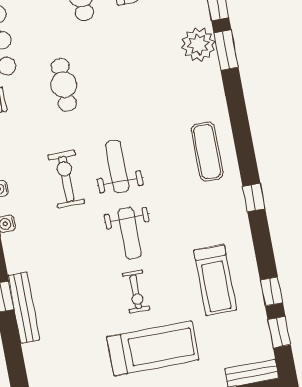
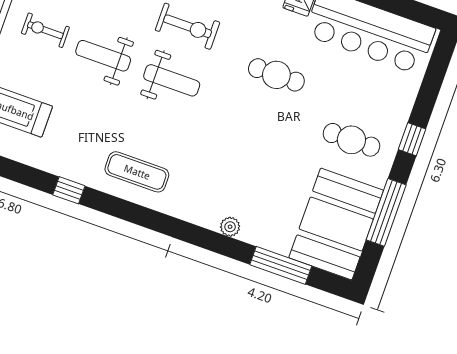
plant: (198, 45) -> (230, 227), width x0.53, depth x0.53
window: (226, 50) -> (221, 244), removed

